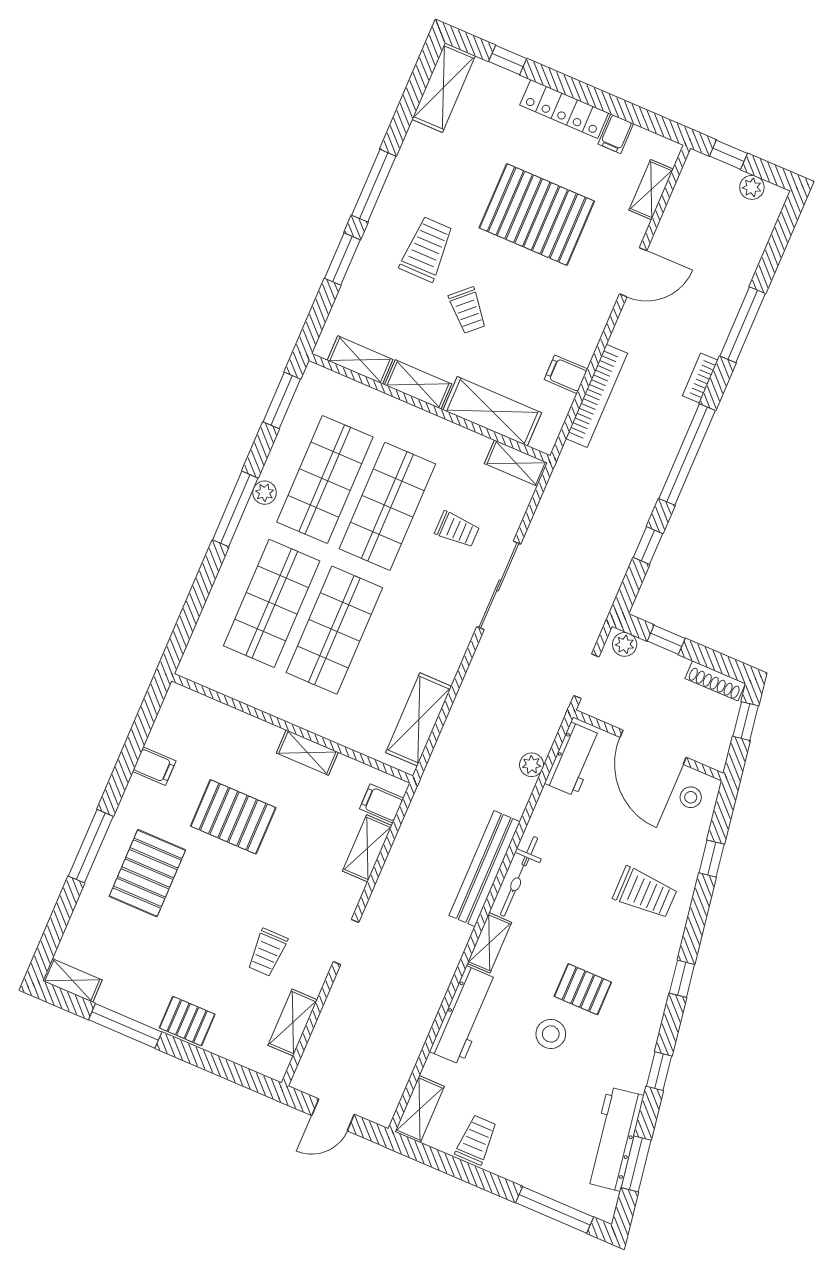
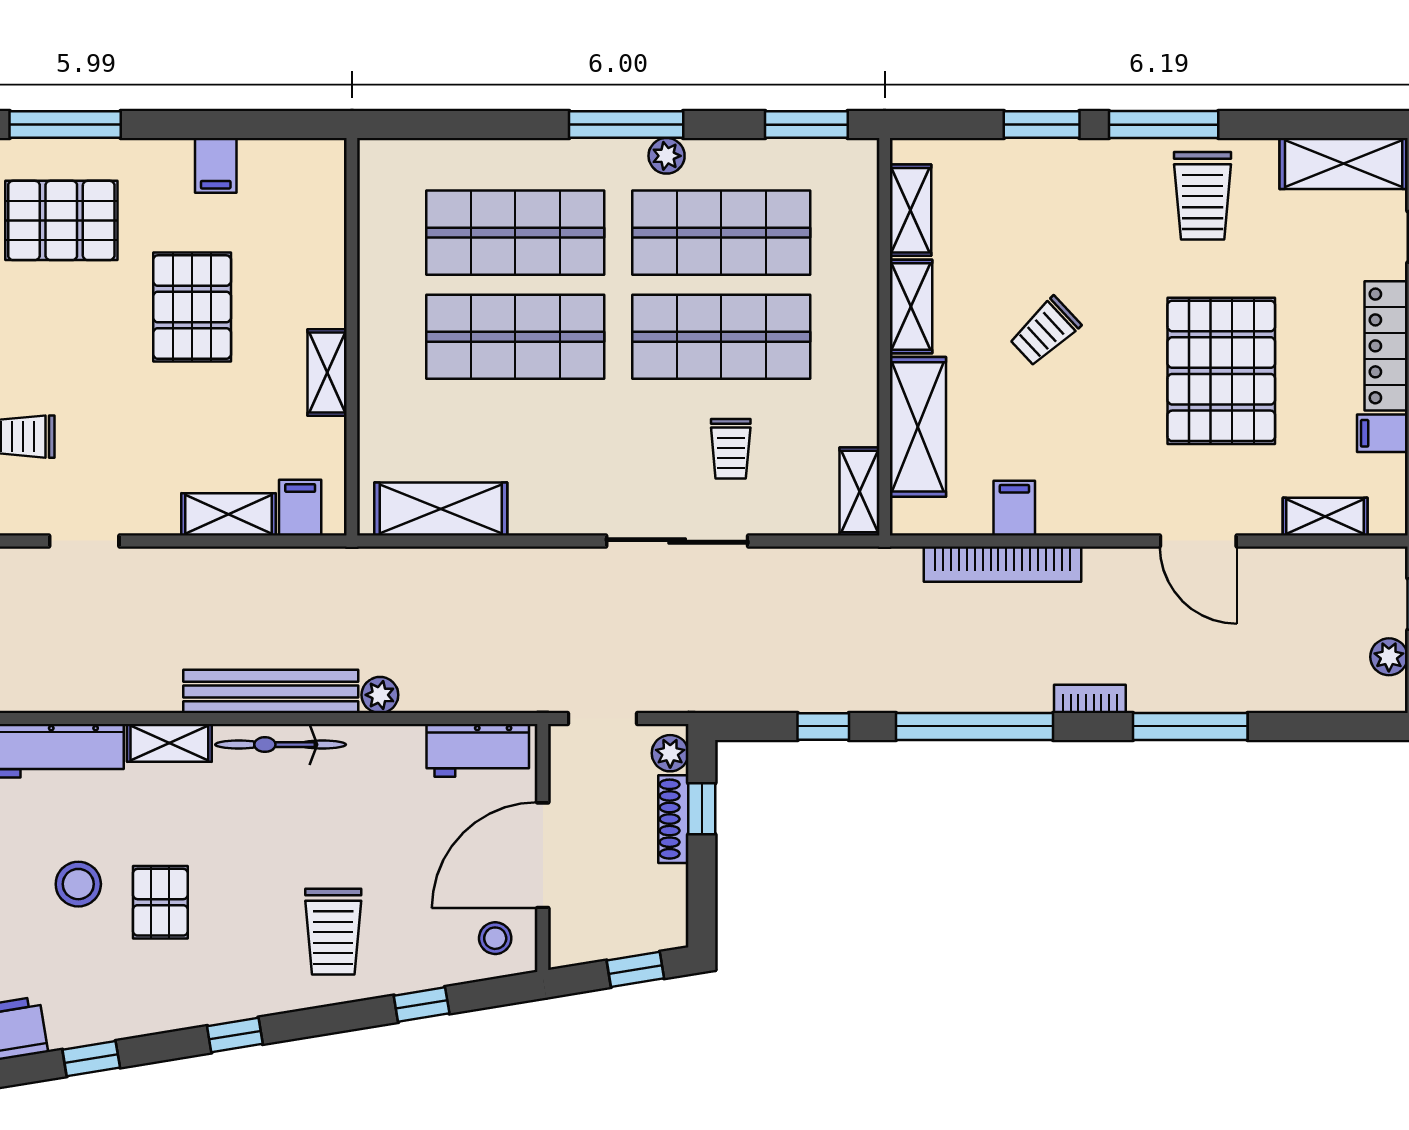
trolley: (427, 249) -> (1203, 196), moved, turned 90
shoe rack: (715, 681) -> (673, 819), moved
plant: (532, 765) -> (380, 695), moved

